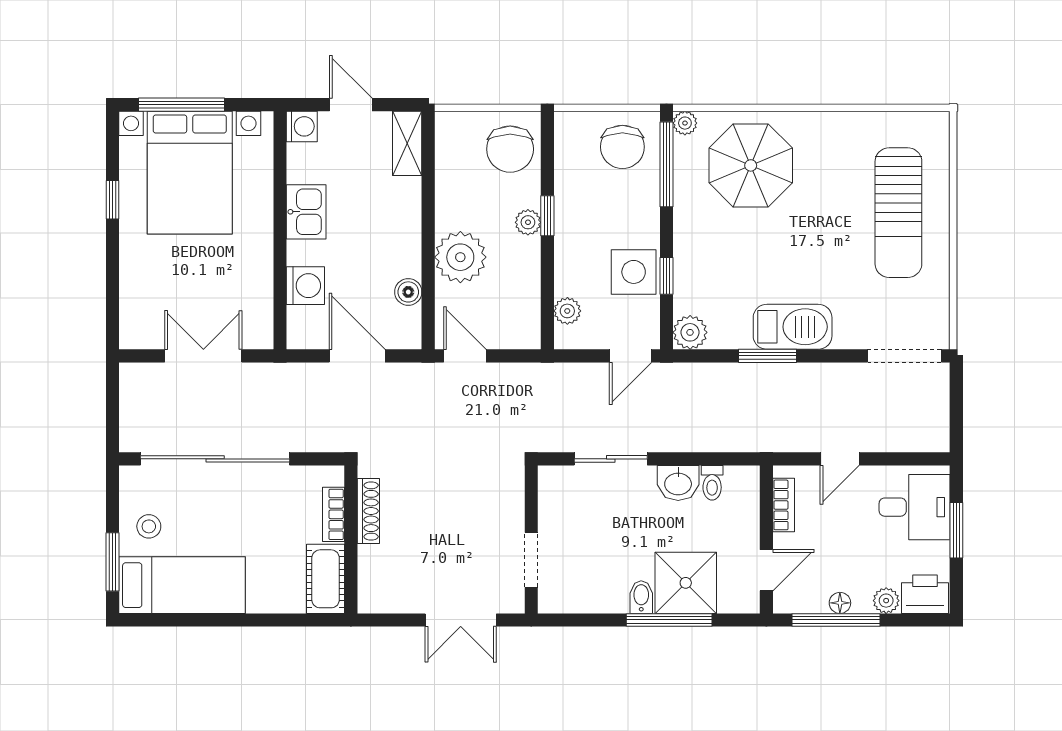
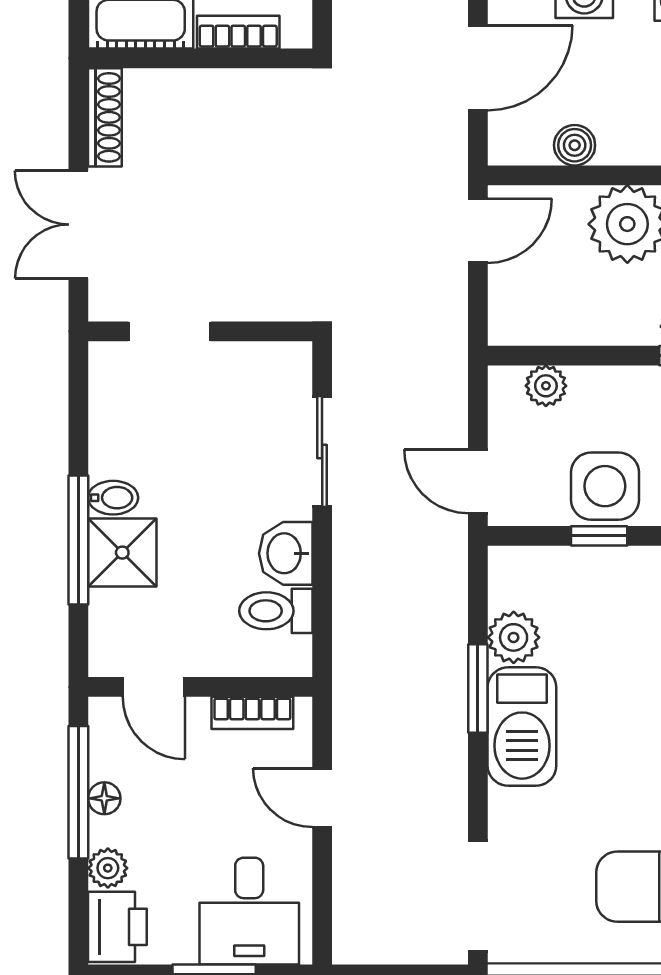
plant: (690, 332) -> (514, 637), moved
toilet: (712, 483) -> (276, 611), width x1.37, depth x1.39
shoe rack: (368, 511) -> (105, 117), moved, turned -90
shower: (686, 583) -> (122, 553), width x0.73, depth x0.73

